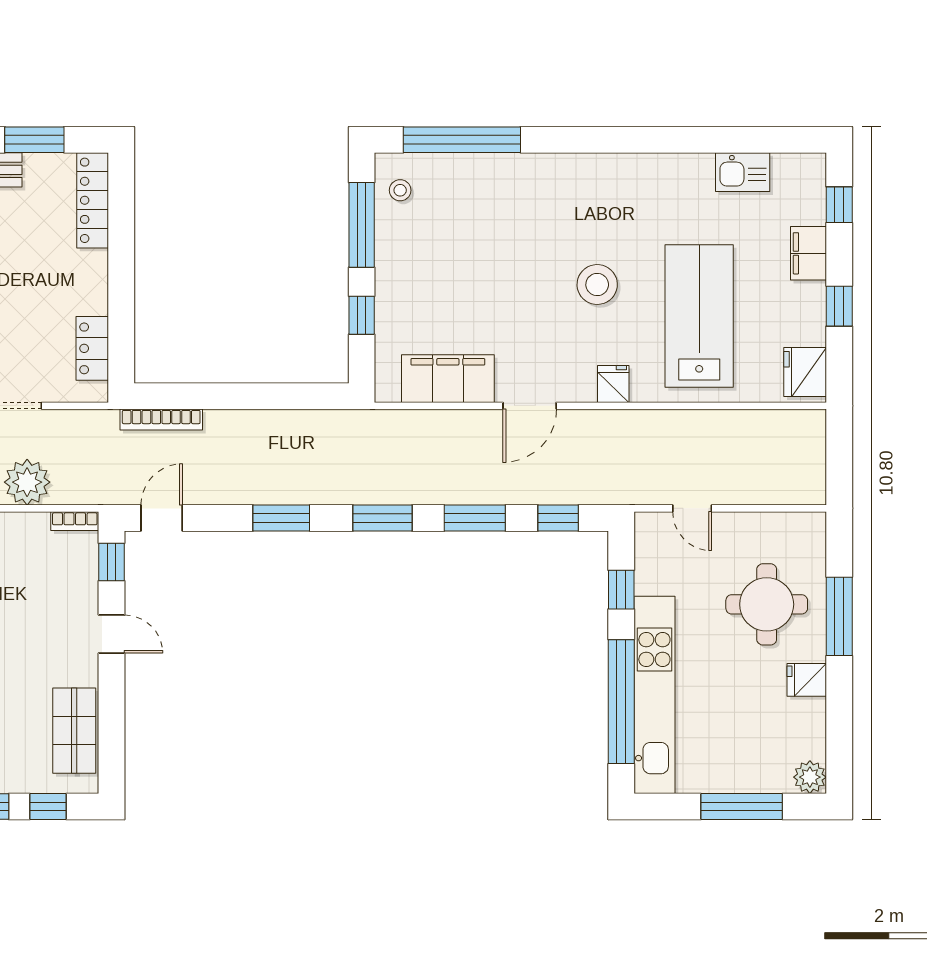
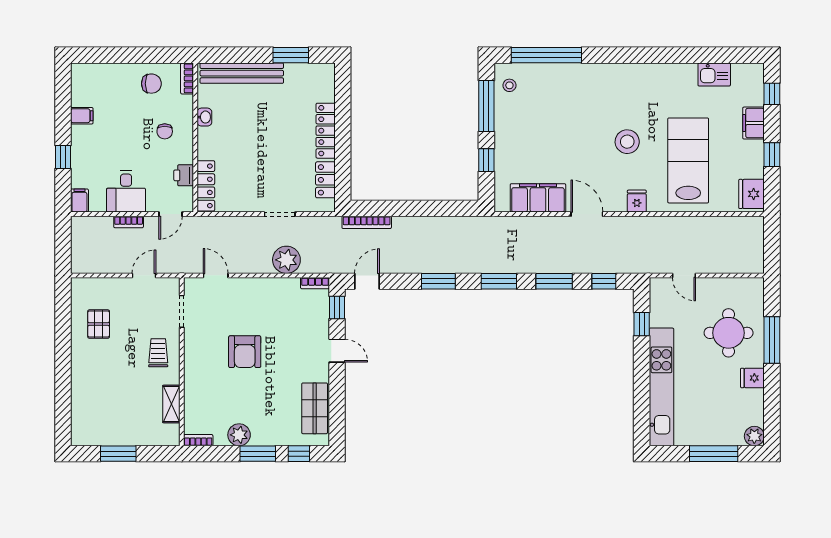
locker: (93, 200) -> (326, 131), moved
door: (530, 406) -> (587, 214), swing flipped
window: (621, 702) -> (642, 391), removed

